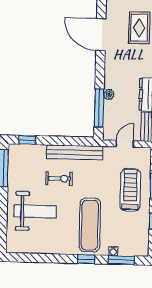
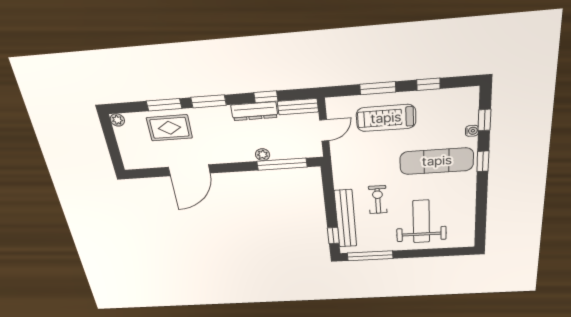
door: (125, 144) -> (324, 130), swing flipped
bench: (75, 152) -> (346, 219), moved
window: (121, 260) -> (484, 120), width x0.67

